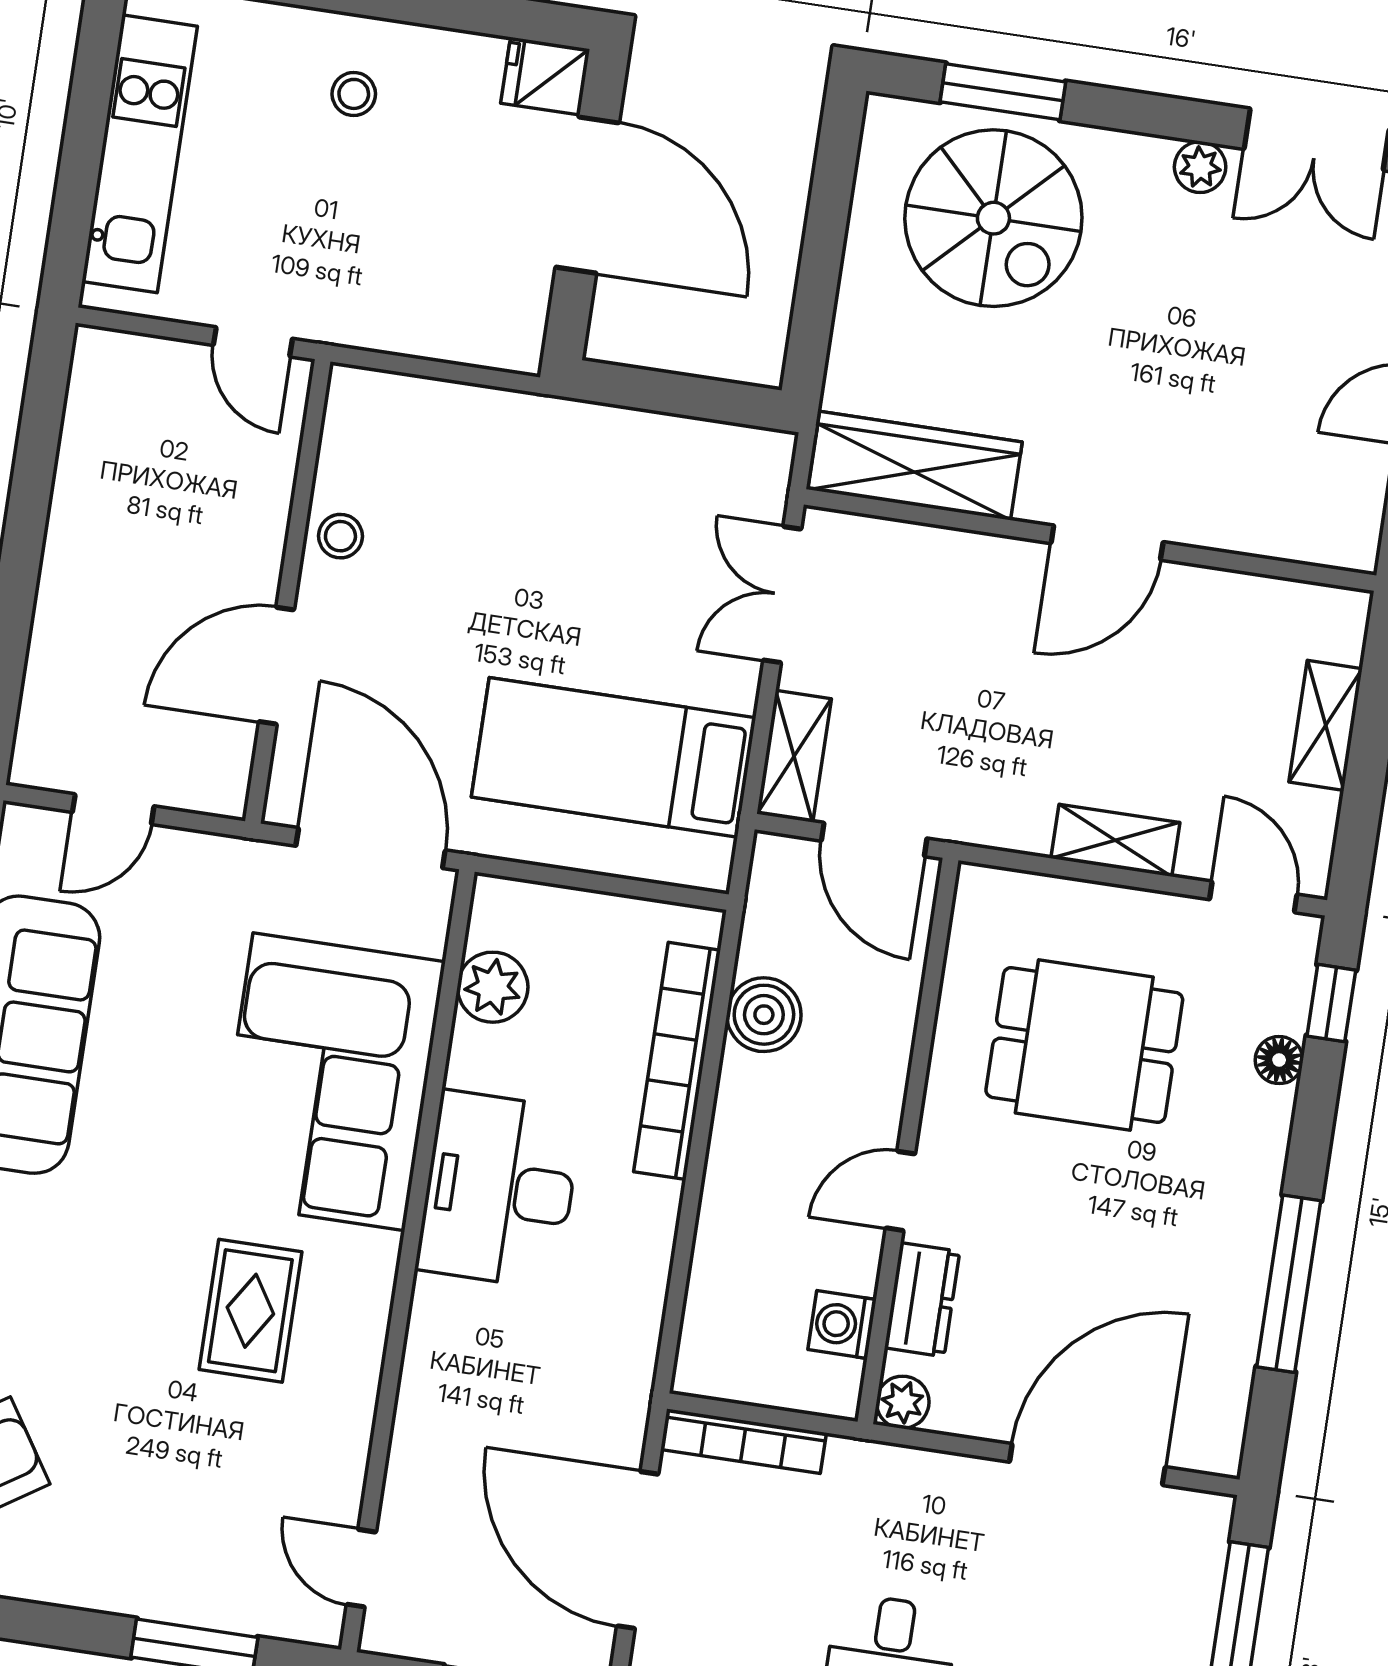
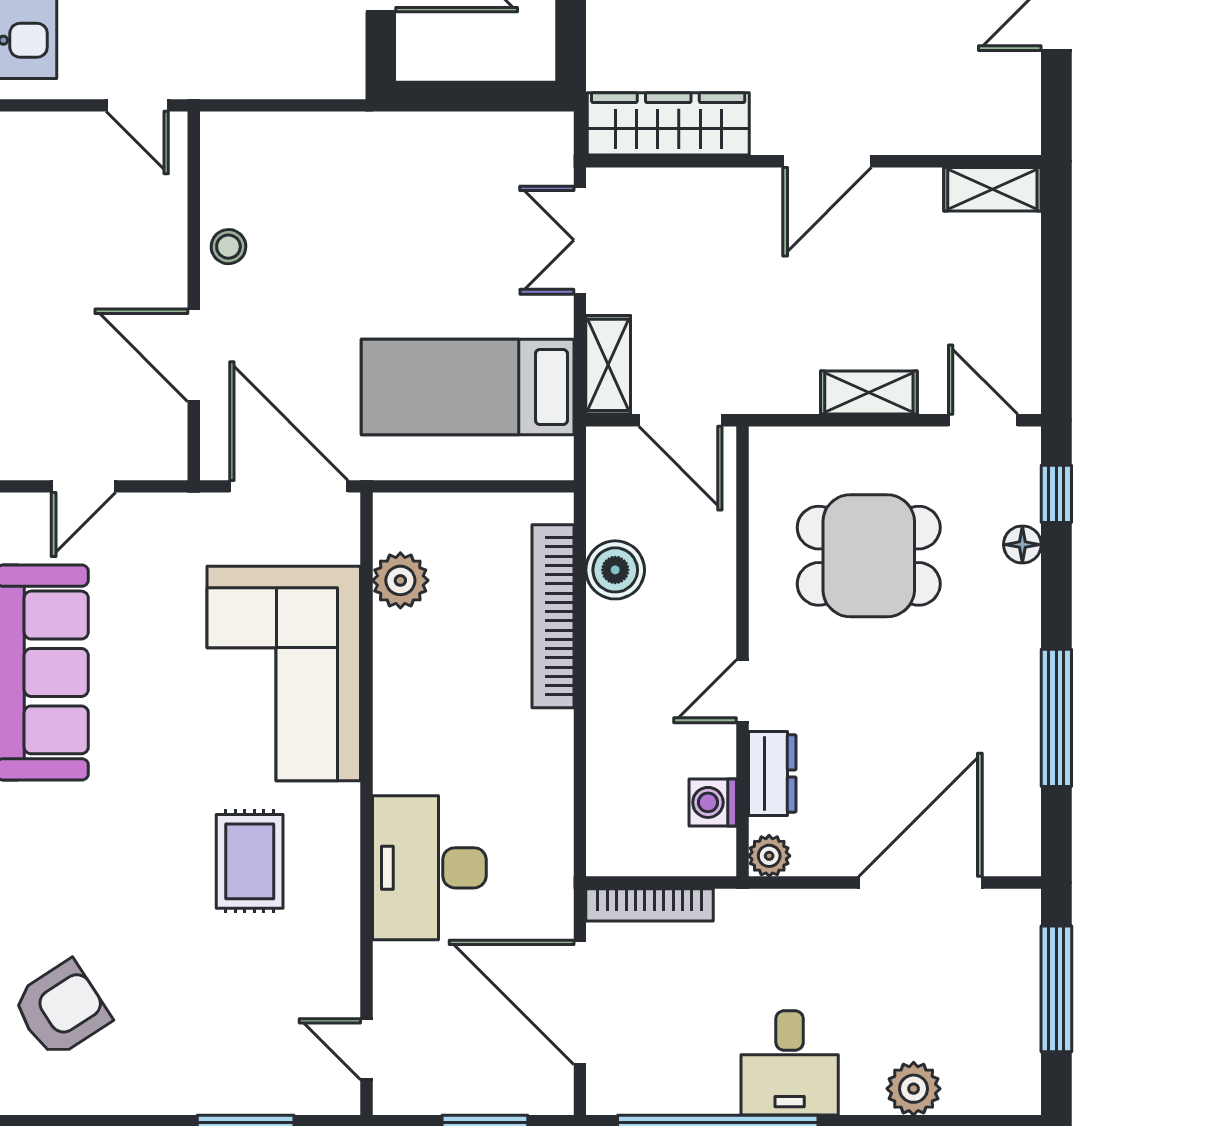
door: (276, 666) -> (194, 355), hinge flipped
shelving: (1326, 725) -> (992, 189), moved, turned 90
desk: (499, 1190) -> (429, 868), moved

